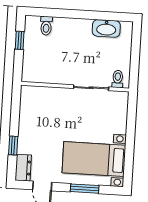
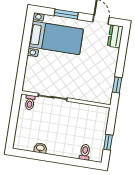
washbasin: (106, 28) -> (40, 148), width x0.52, depth x0.69
window: (13, 146) -> (117, 85), moved

